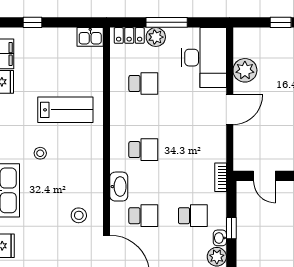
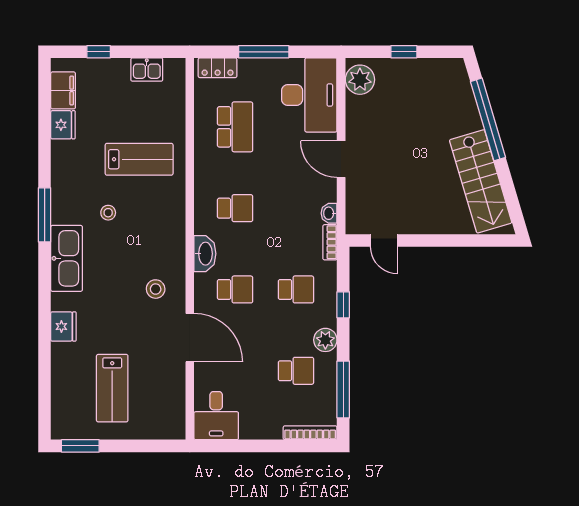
kitchen sink: (90, 37) -> (147, 70), moved
plant: (156, 37) -> (250, 70), removed
plant: (245, 70) -> (360, 80), moved
school desk: (143, 83) -> (235, 127), width x1.85
door: (230, 110) -> (341, 159), swing flipped
washbasin: (220, 238) -> (329, 213), moved

